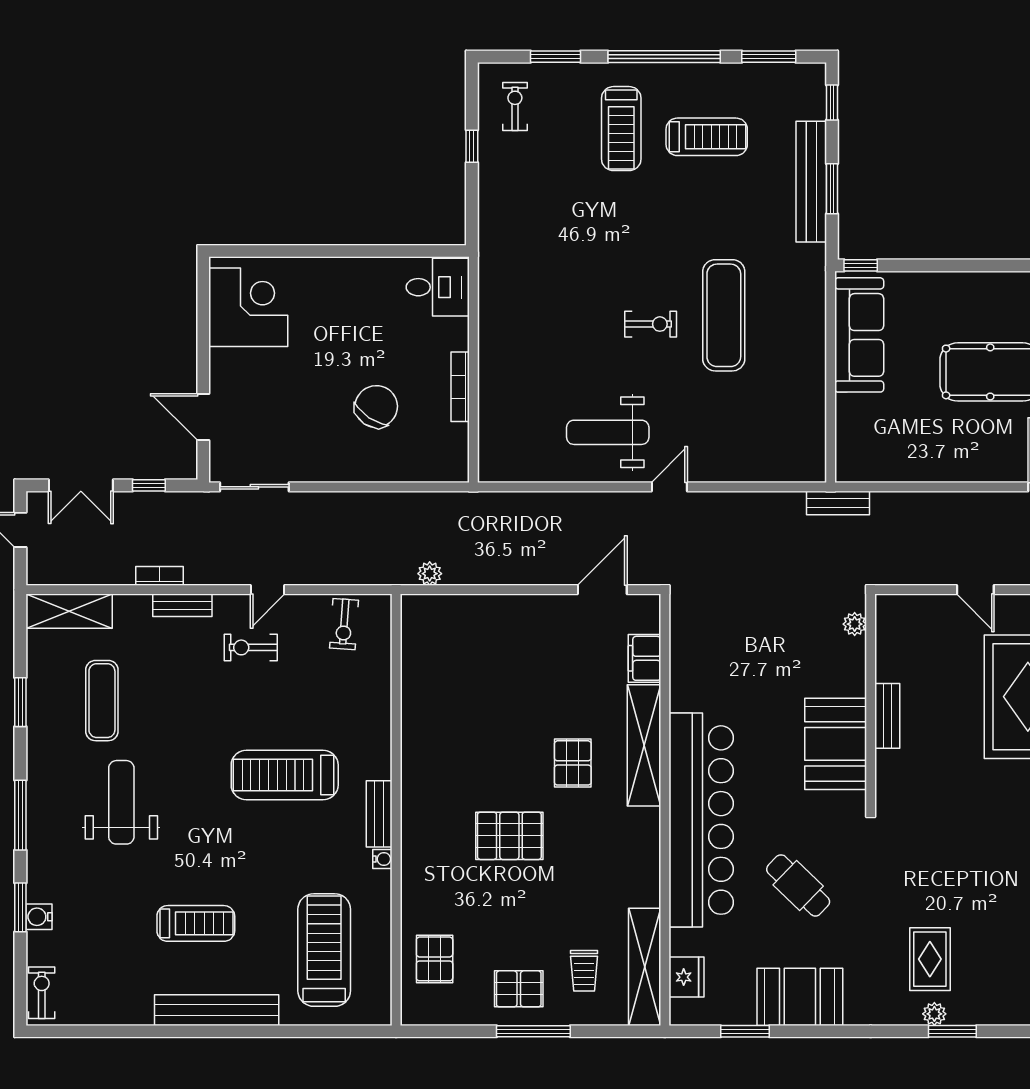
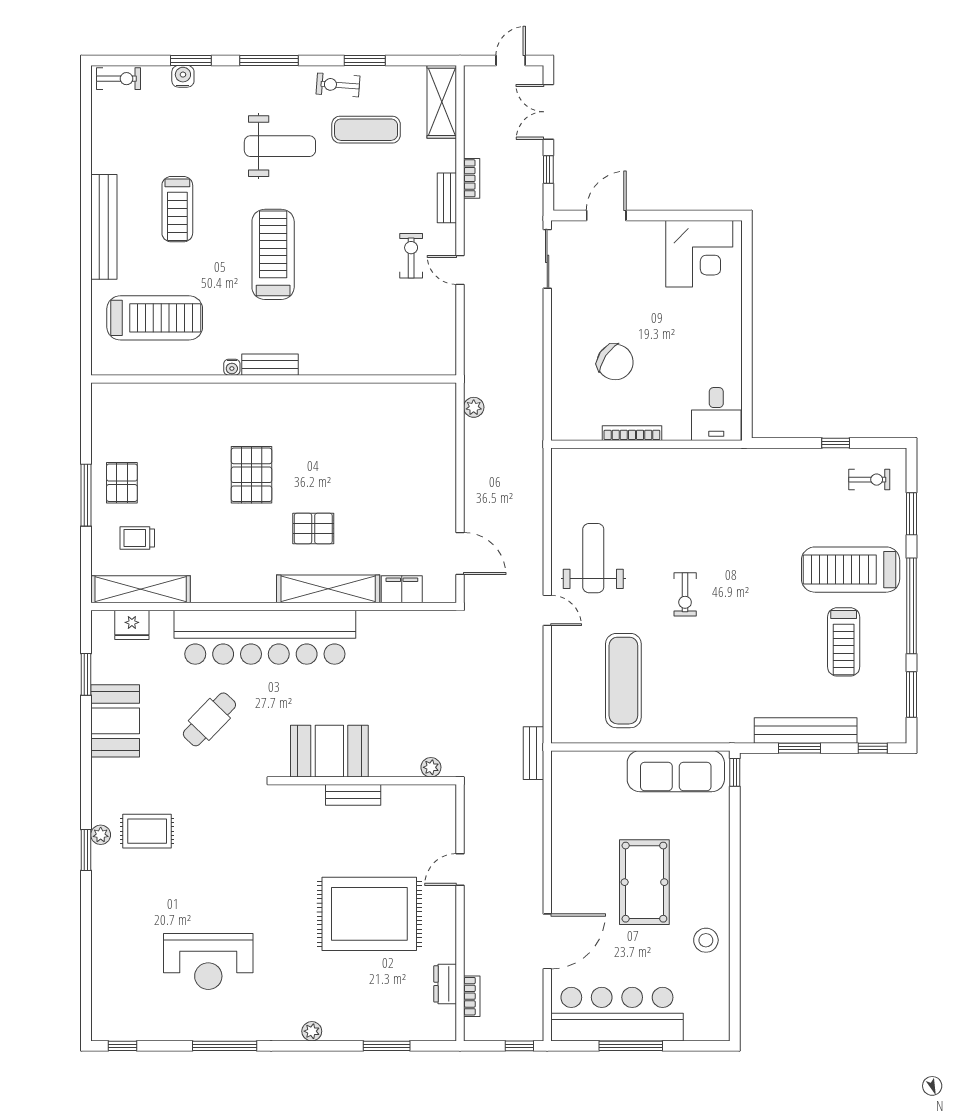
treadmill: (621, 129) -> (851, 570), width x1.37, depth x1.38
exercise mat: (724, 315) -> (623, 681), moved, turned 90
exercise bike: (344, 624) -> (338, 85), moved
treadmill: (285, 775) -> (273, 254), moved
pallet: (435, 959) -> (147, 411), removed

